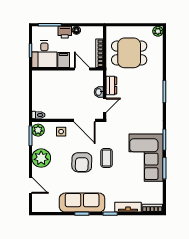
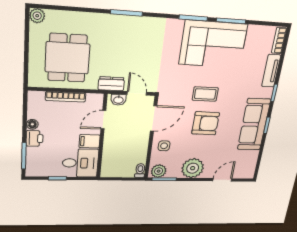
desk: (44, 54) -> (80, 163), moved
filing cabinet: (64, 60) -> (90, 141), moved
wall: (68, 69) -> (102, 137), moved
door: (82, 69) -> (103, 120), moved

